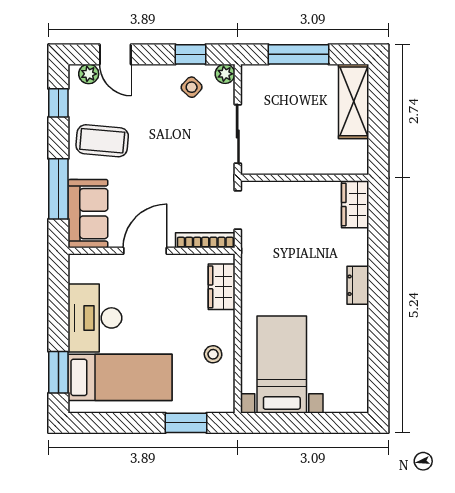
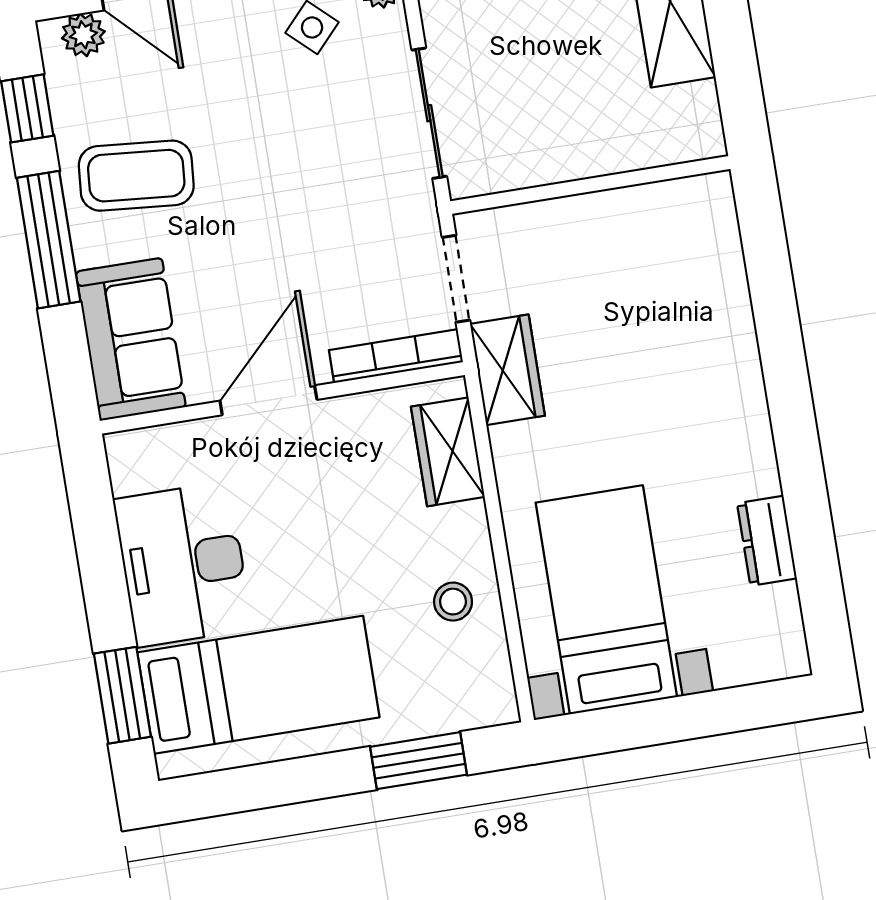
window: (58, 189) -> (49, 240), moved
wardrobe: (355, 205) -> (507, 370), moved, turned 180
dresser: (358, 285) -> (767, 541), moved

